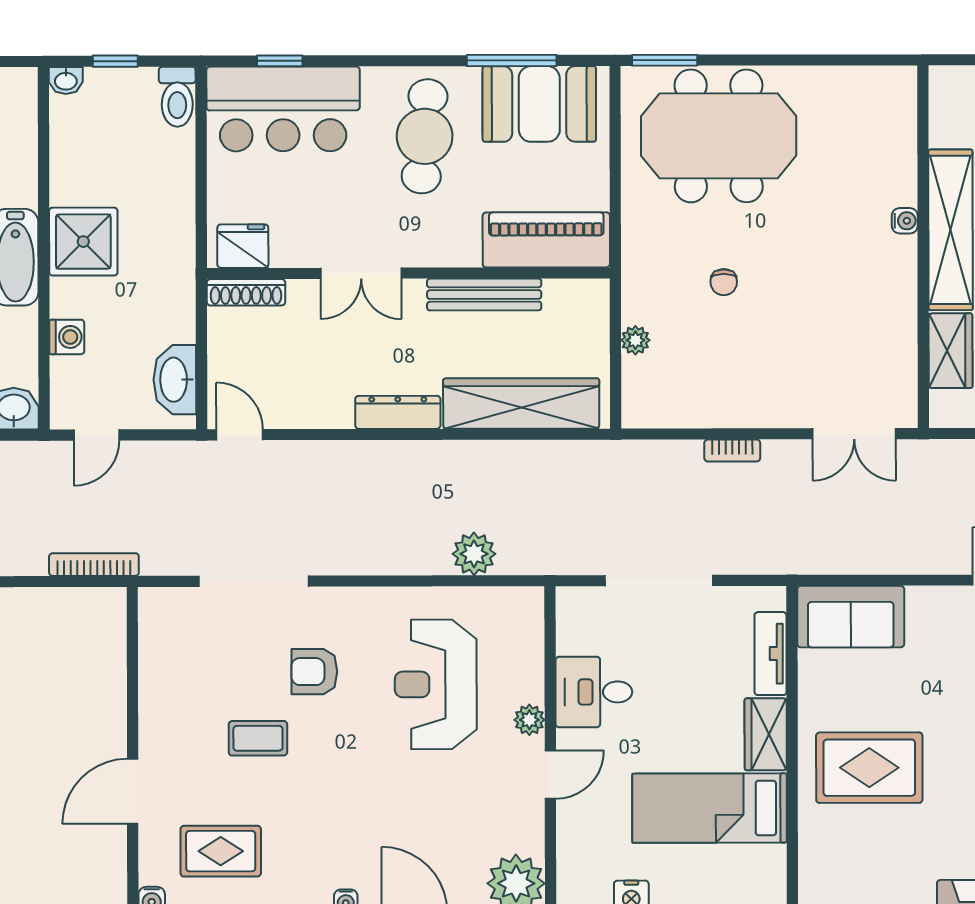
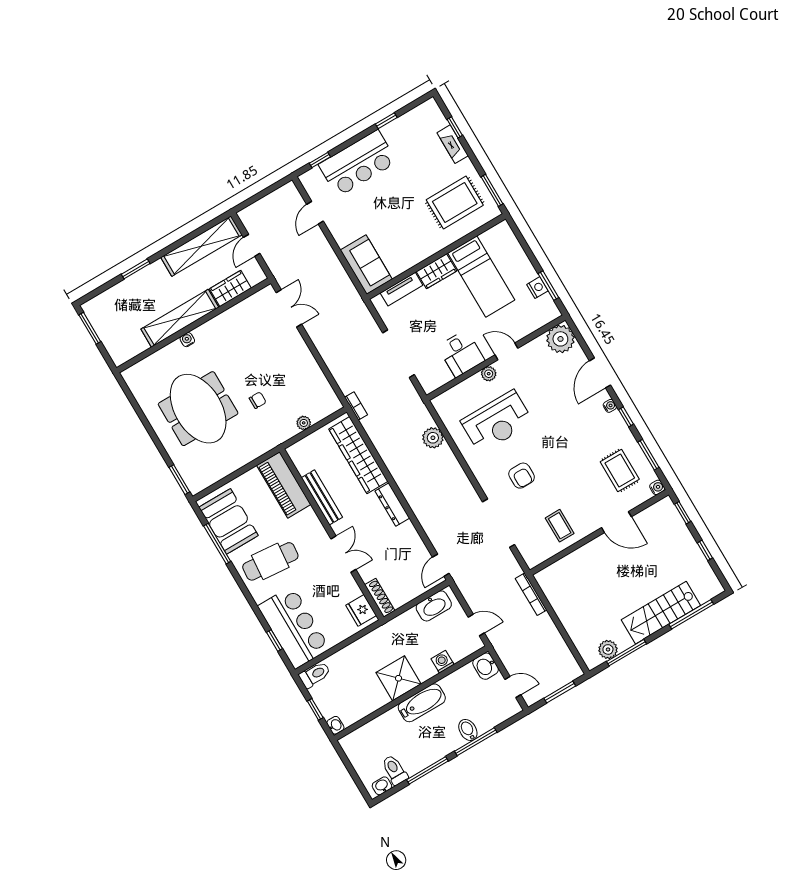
meeting table: (719, 136) -> (198, 409), moved
bookcase: (732, 450) -> (356, 406), moved
coffee table: (258, 738) -> (560, 526), moved
rug: (869, 768) -> (455, 202), moved, turned 90

